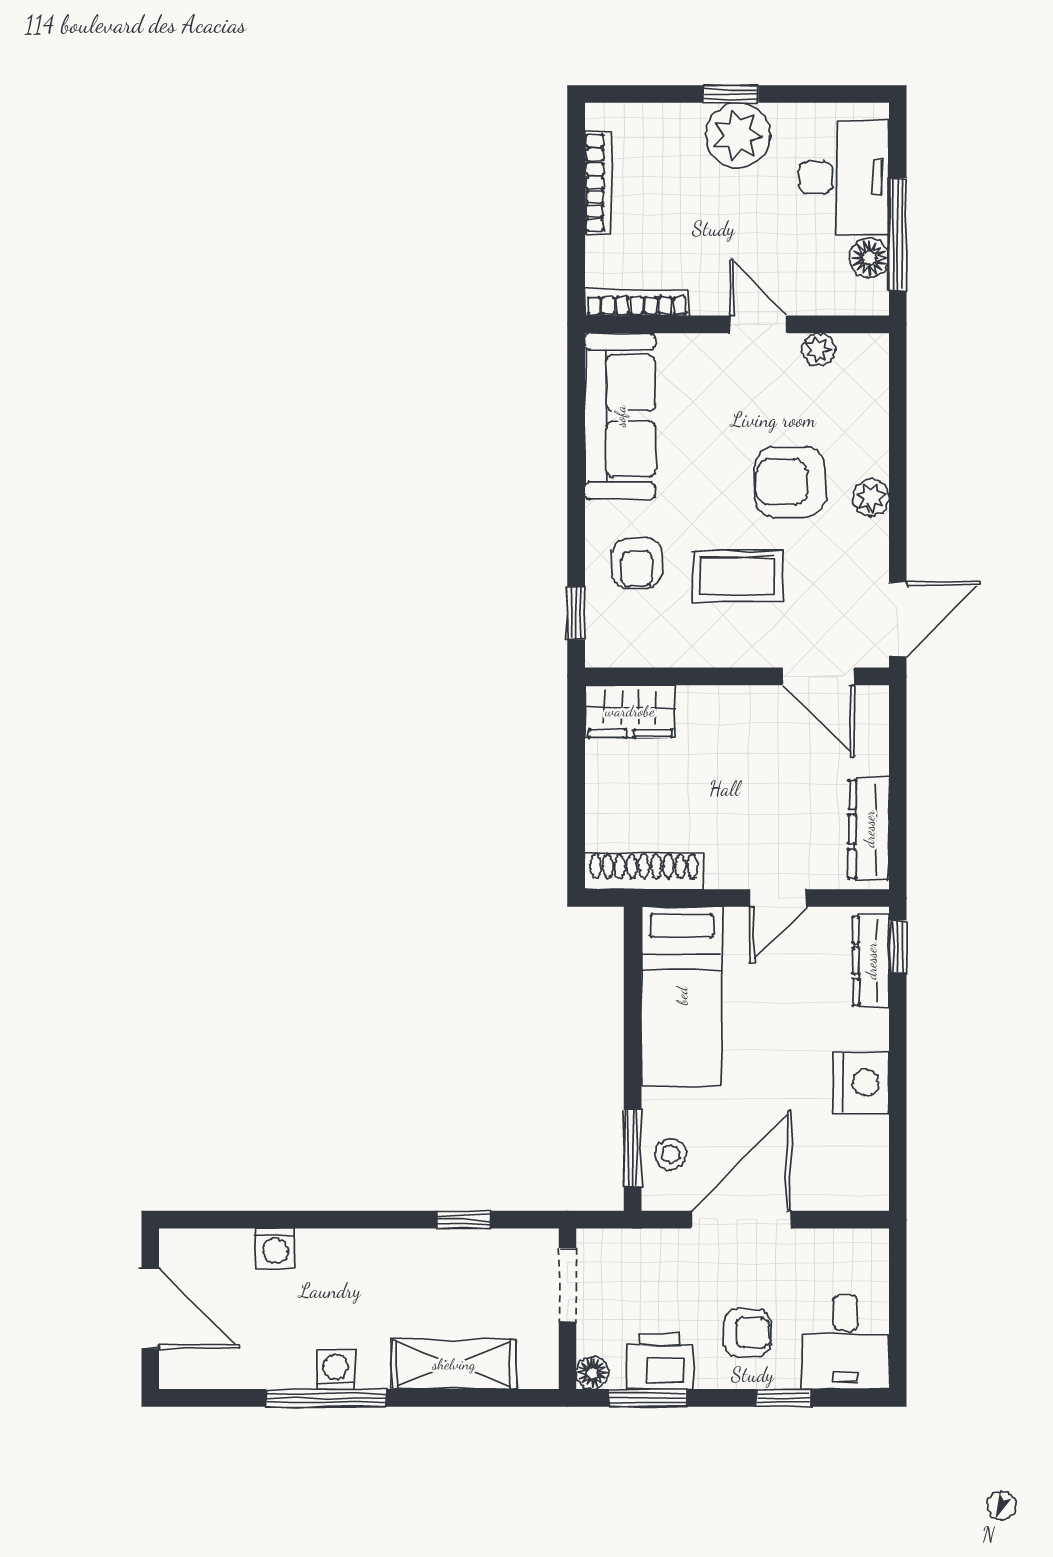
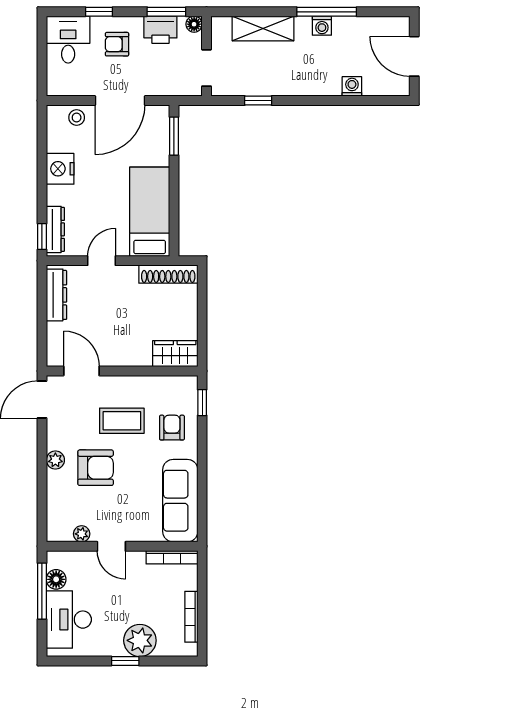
plant: (738, 135) -> (140, 640), moved
stool: (671, 1154) -> (77, 118), moved

